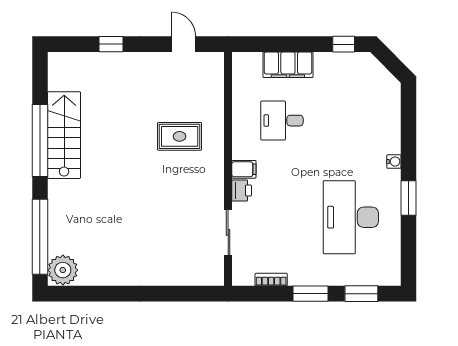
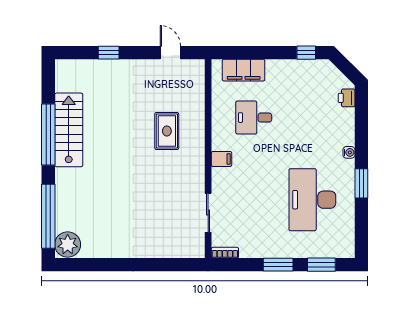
filing cabinet: (288, 65) -> (244, 70), moved
rug: (180, 136) -> (167, 131), turned 90
printer: (242, 190) -> (347, 98), moved, turned 180
bookcase: (271, 280) -> (225, 253), moved

